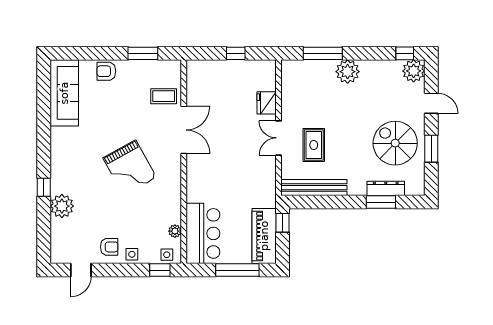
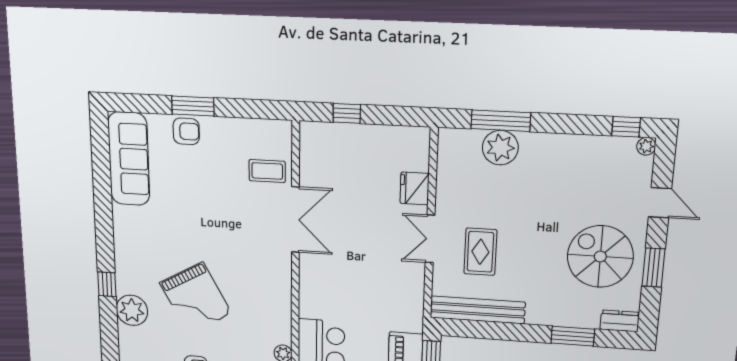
window: (143, 53) -> (193, 106), moved
window: (236, 53) -> (347, 113), moved
armchair: (106, 71) -> (186, 131), turned 180
plant: (414, 71) -> (646, 146), width x0.53, depth x0.53
plant: (348, 72) -> (500, 148), moved
grand piano: (130, 168) -> (196, 298), moved
dresser: (386, 188) -> (620, 321), moved, width x0.70

